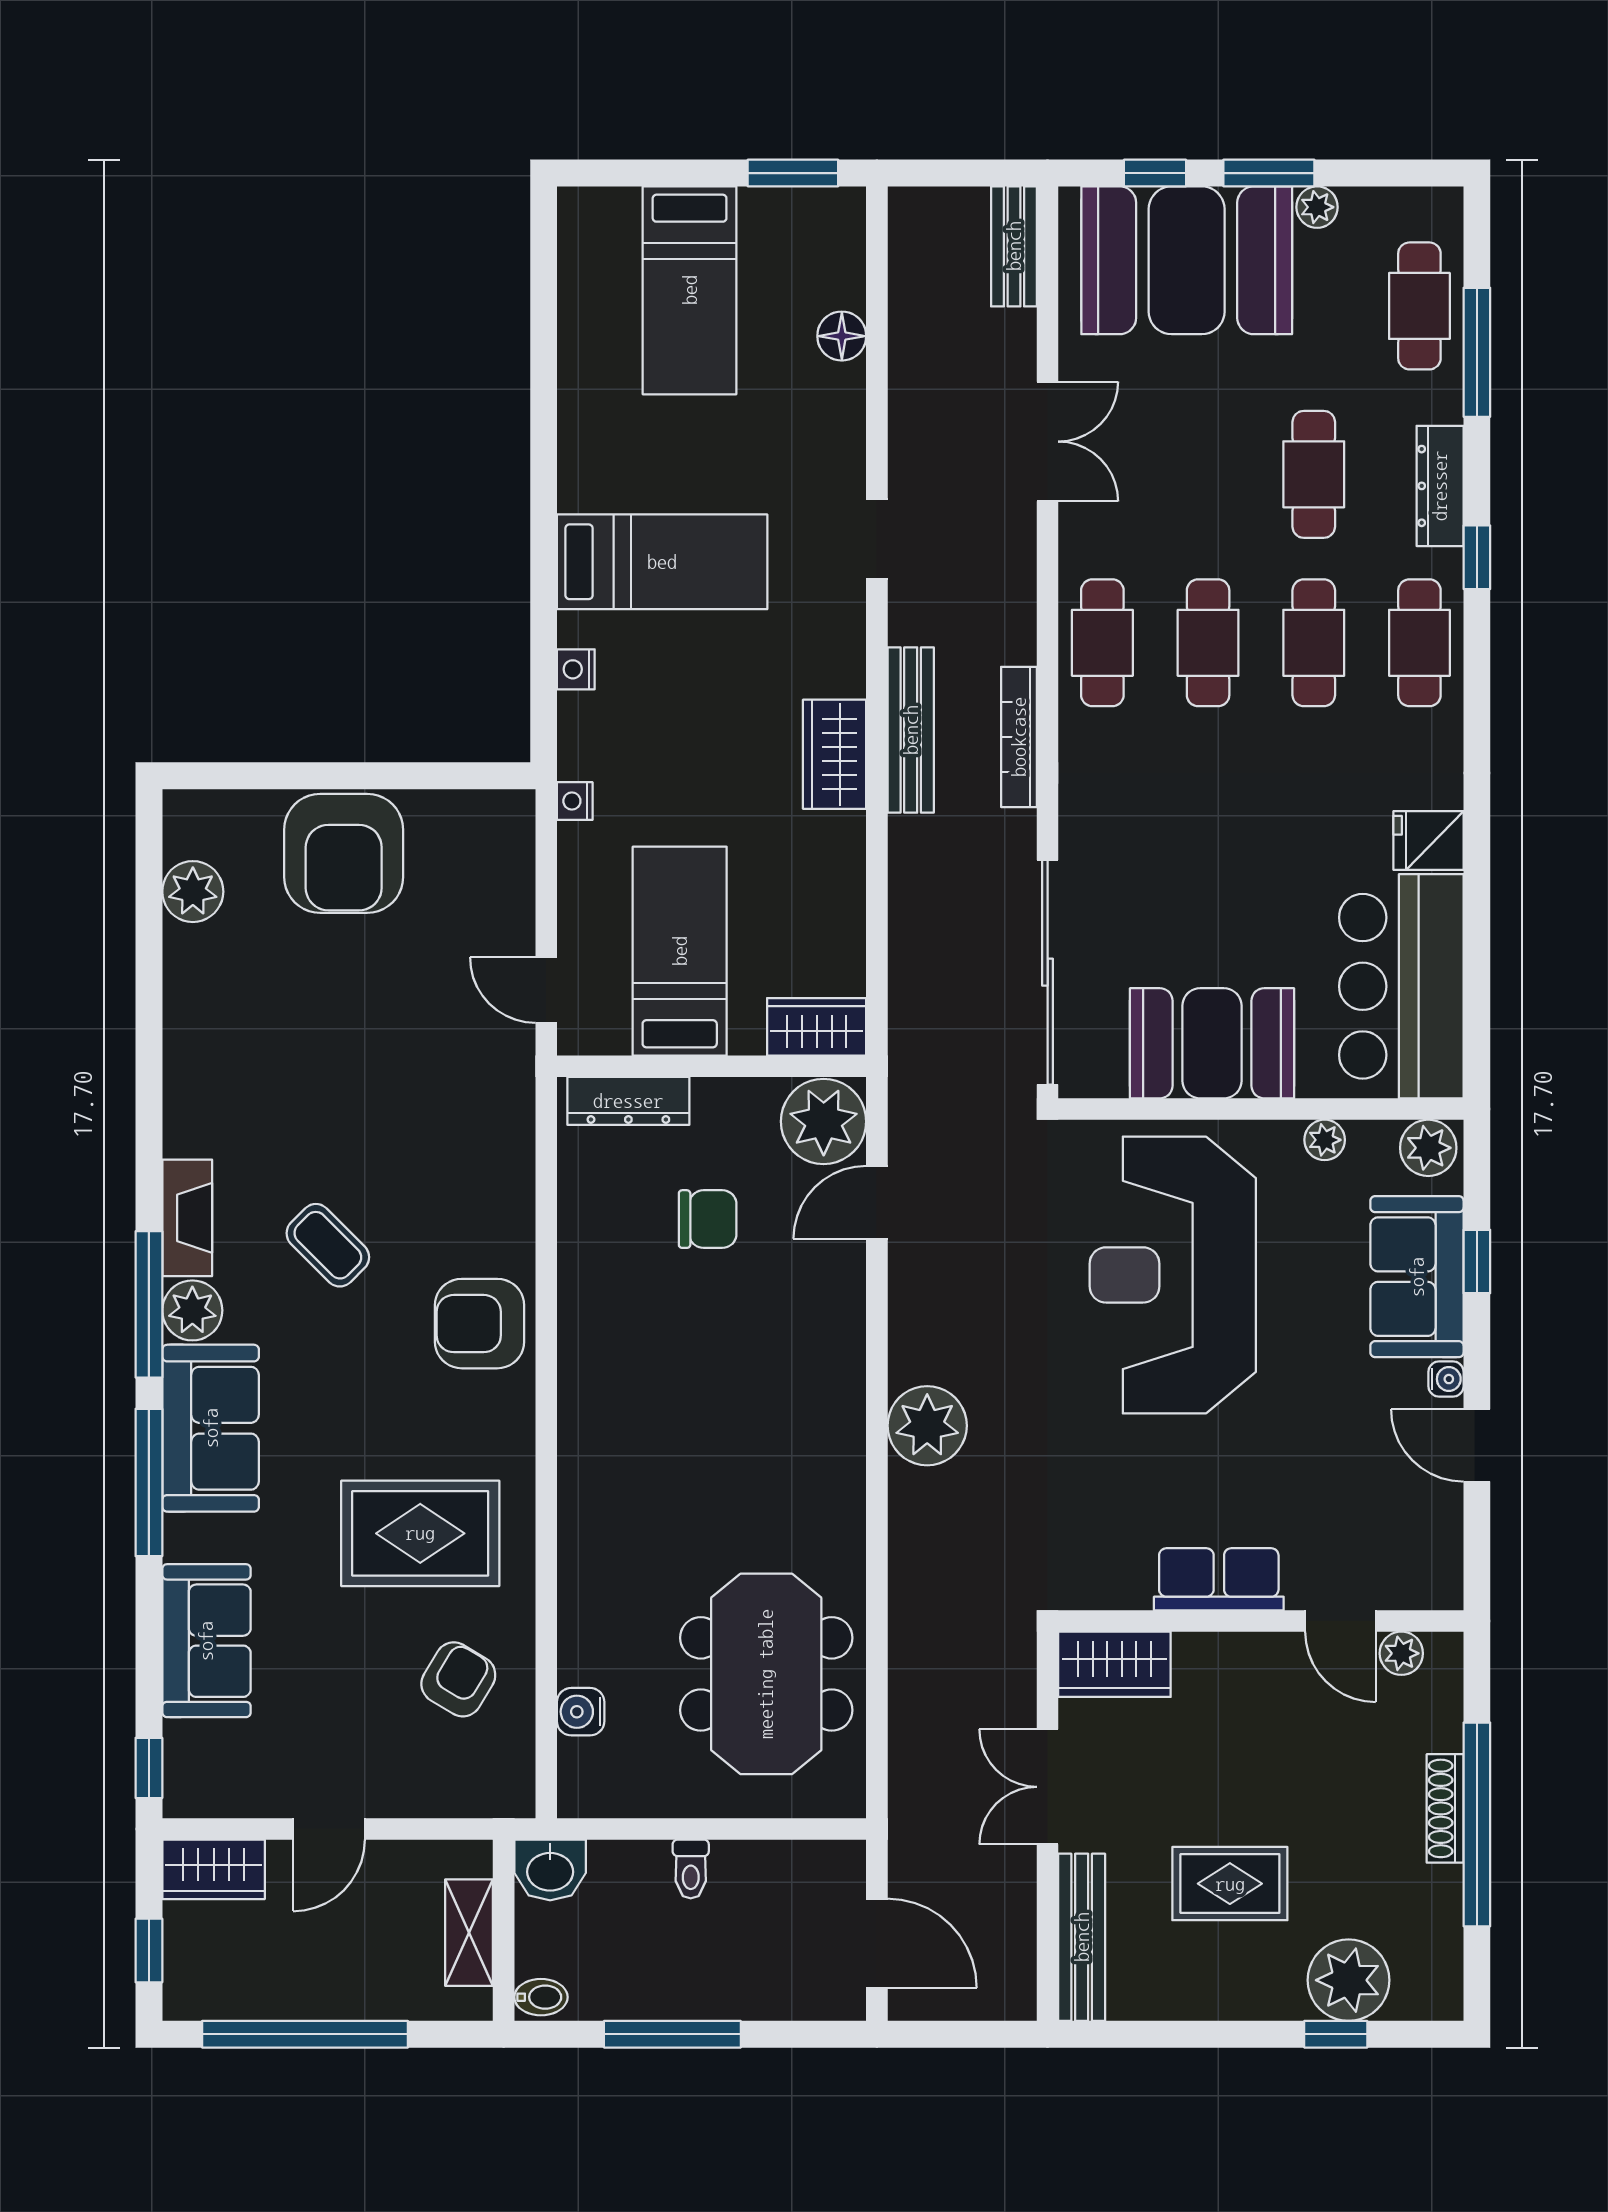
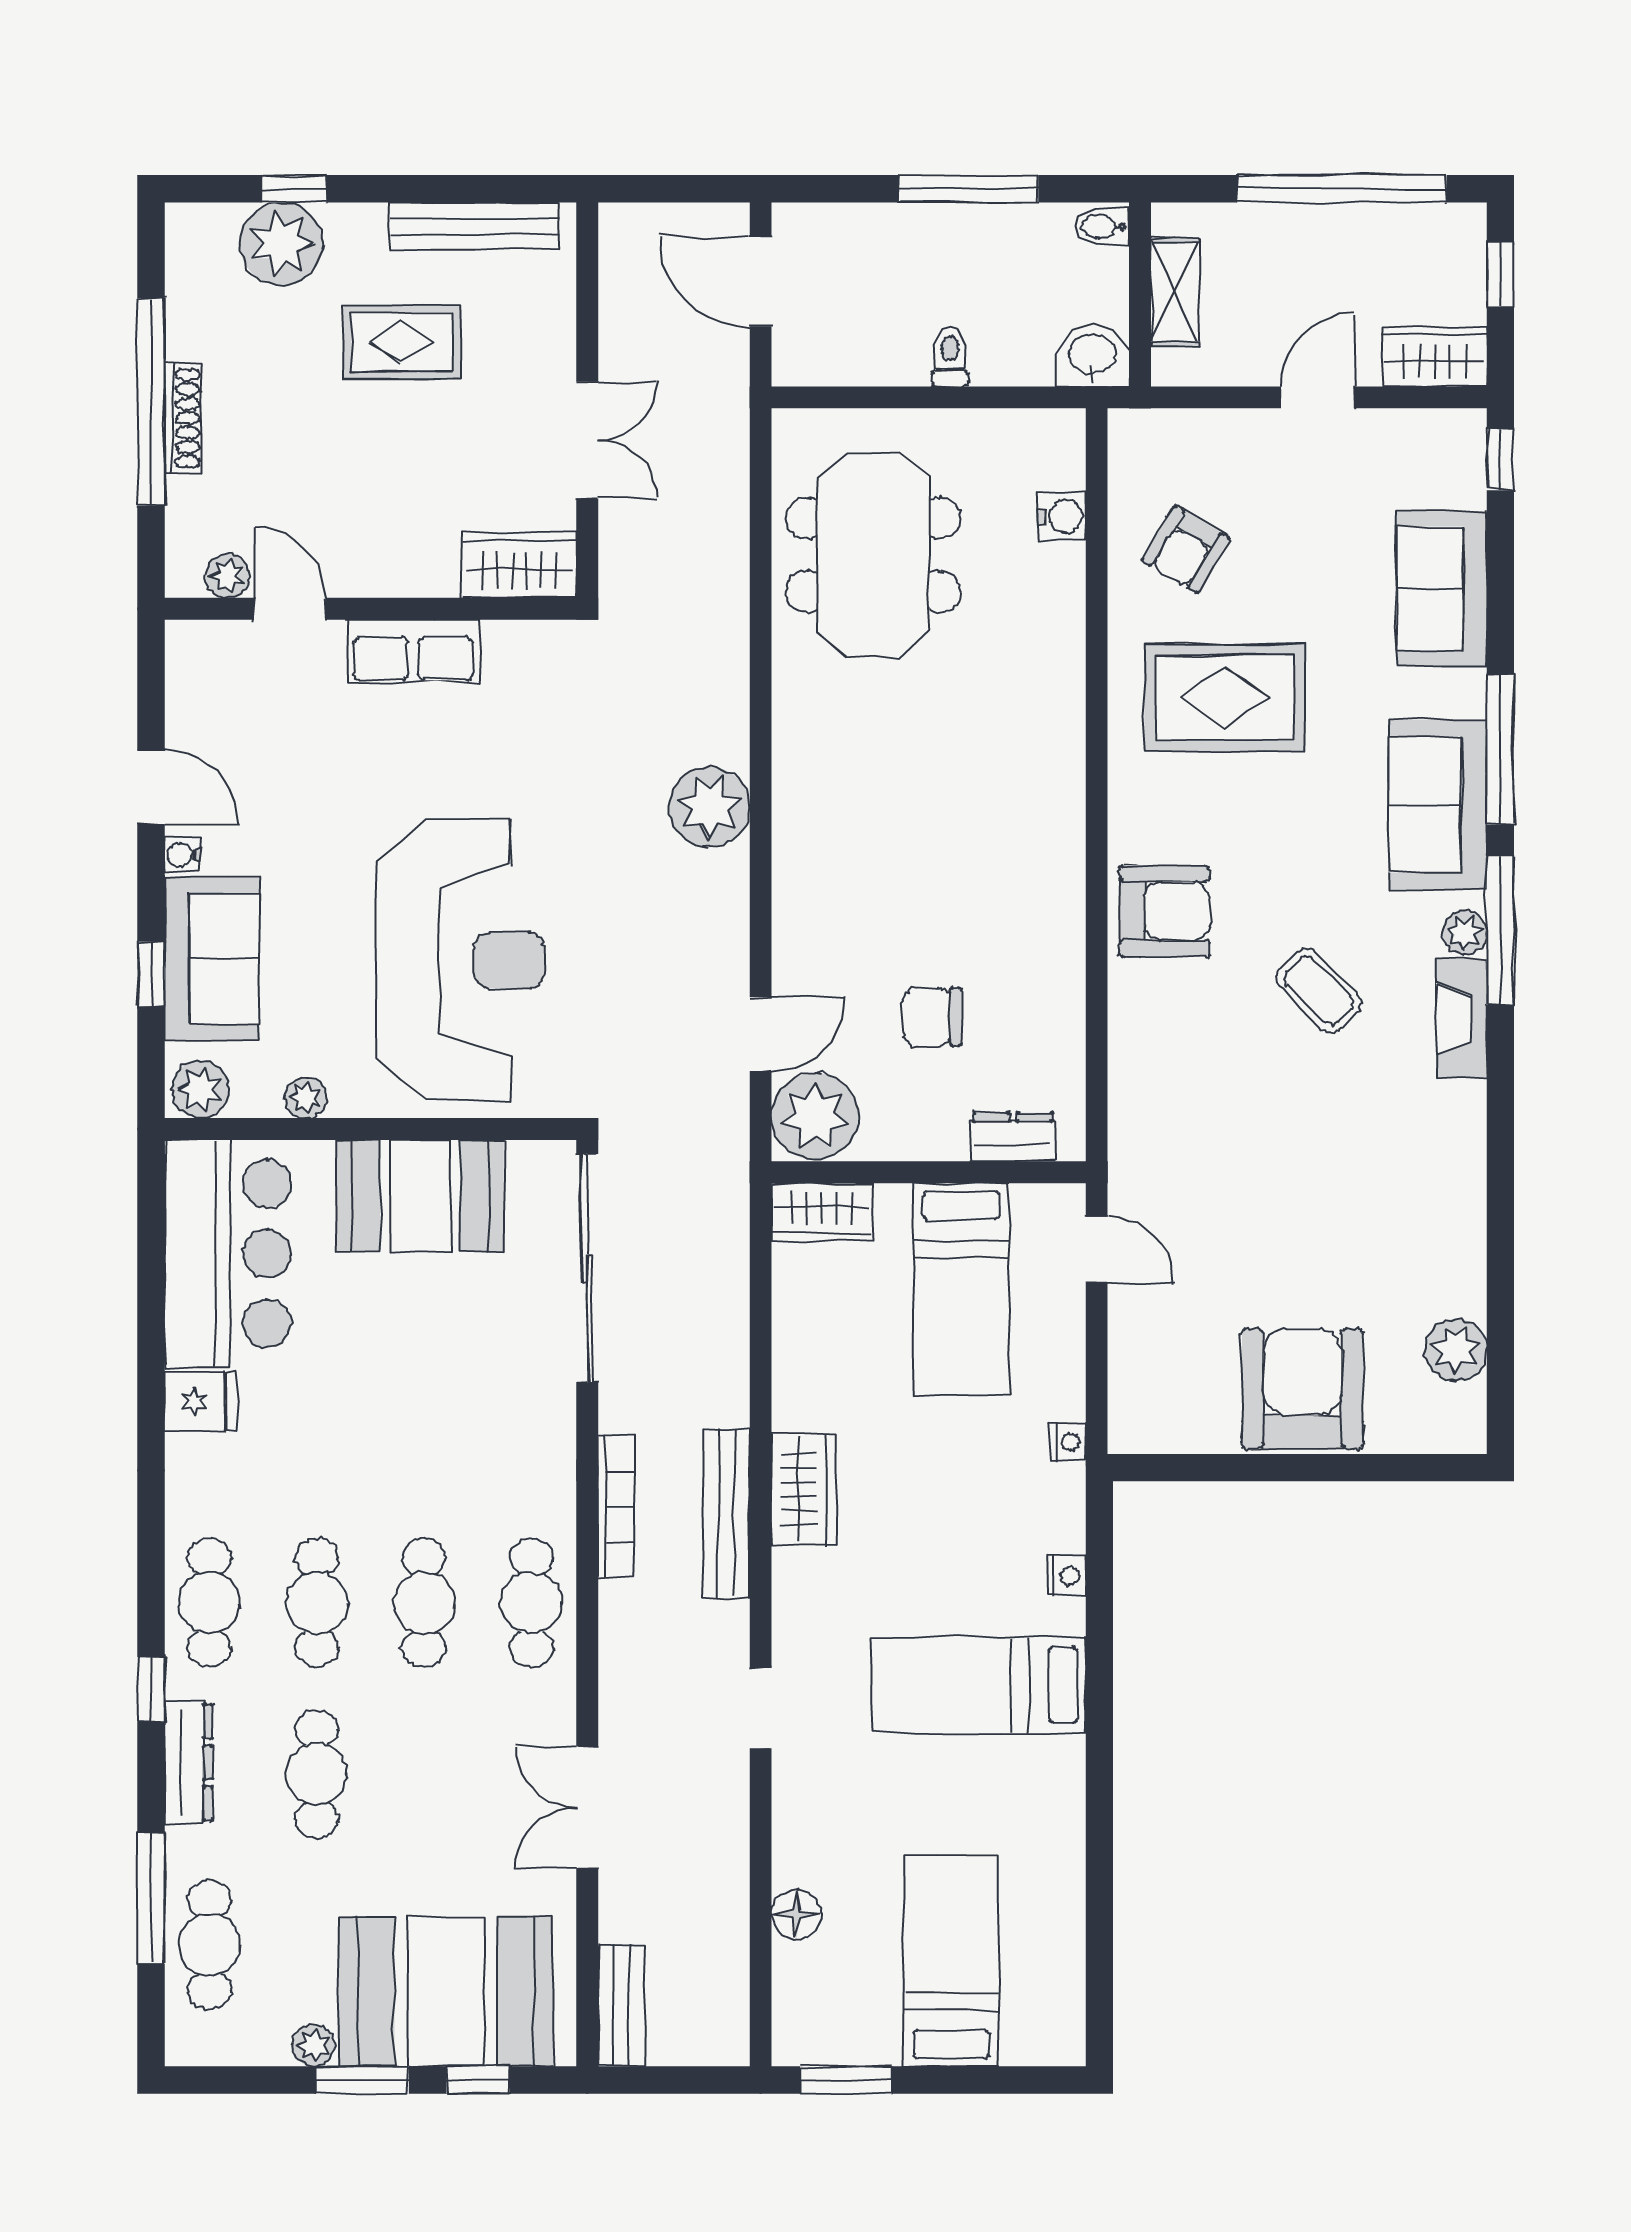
dresser: (628, 1101) -> (1013, 1137), width x0.70
plant: (192, 1310) -> (1465, 933), width x0.73, depth x0.73
bench: (1082, 1937) -> (474, 226), moved, turned 90

